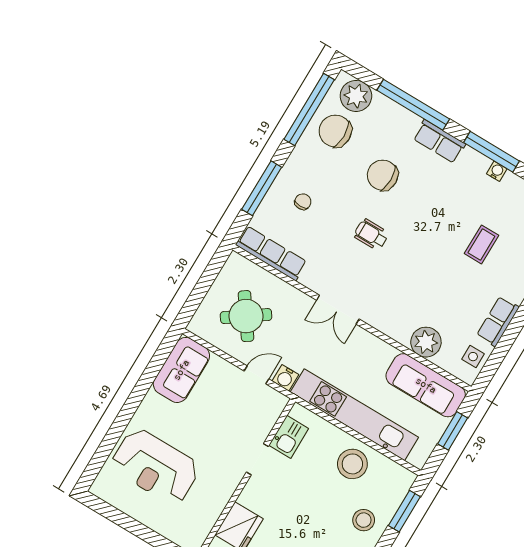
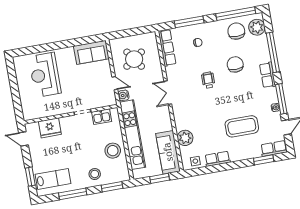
coffee table: (481, 244) -> (242, 126), width x1.86, depth x1.72

